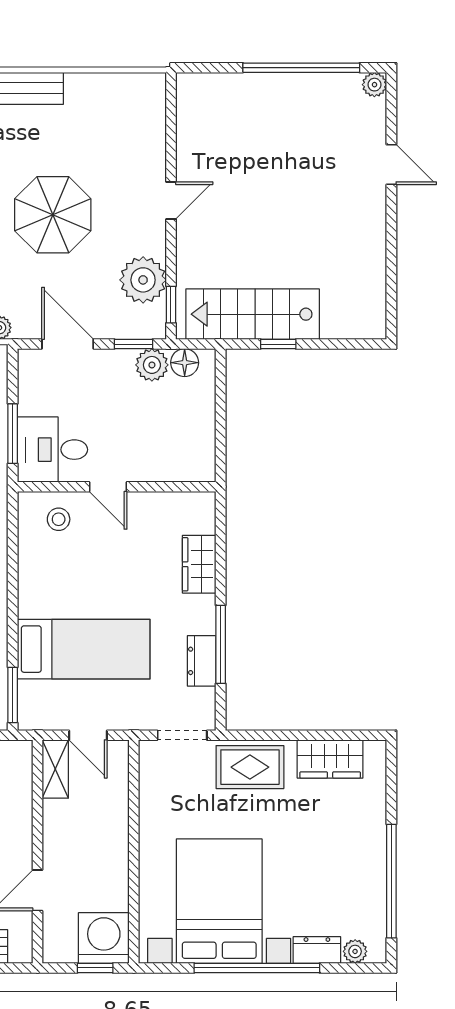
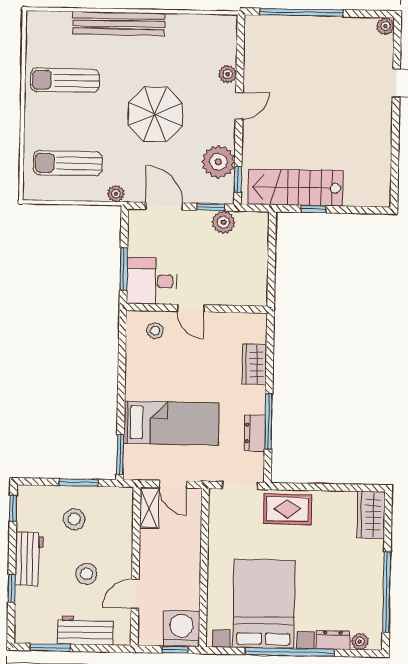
window: (301, 68) -> (301, 13), moved
plant: (154, 156) -> (228, 74), added
floor lamp: (185, 363) -> (247, 221), removed
wardrobe: (330, 759) -> (371, 515), moved, turned 90

